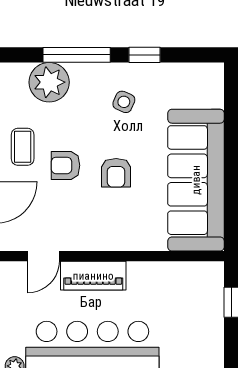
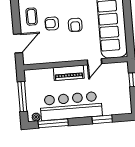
door: (43, 256) -> (94, 62), moved

